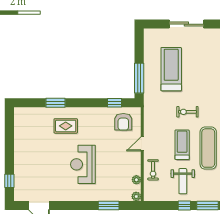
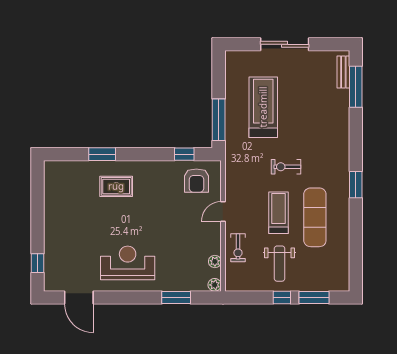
reception desk: (83, 164) -> (128, 263), moved, turned 90

